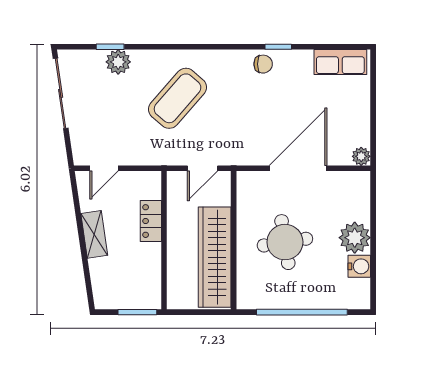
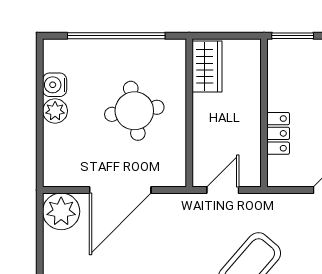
plant: (361, 156) -> (61, 211), width x1.88, depth x1.88
plant: (355, 238) -> (55, 111), width x0.73, depth x0.73
wardrobe: (215, 257) -> (207, 66), width x0.48, depth x0.85

